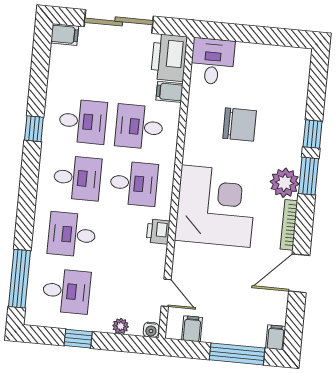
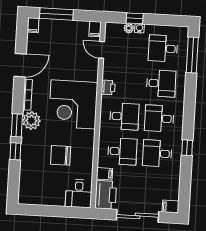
desk: (134, 183) -> (124, 116), turned 180
filing cabinet: (192, 329) -> (95, 29), moved
water cooler: (151, 330) -> (139, 28), moved
window: (78, 339) -> (135, 18), moved

